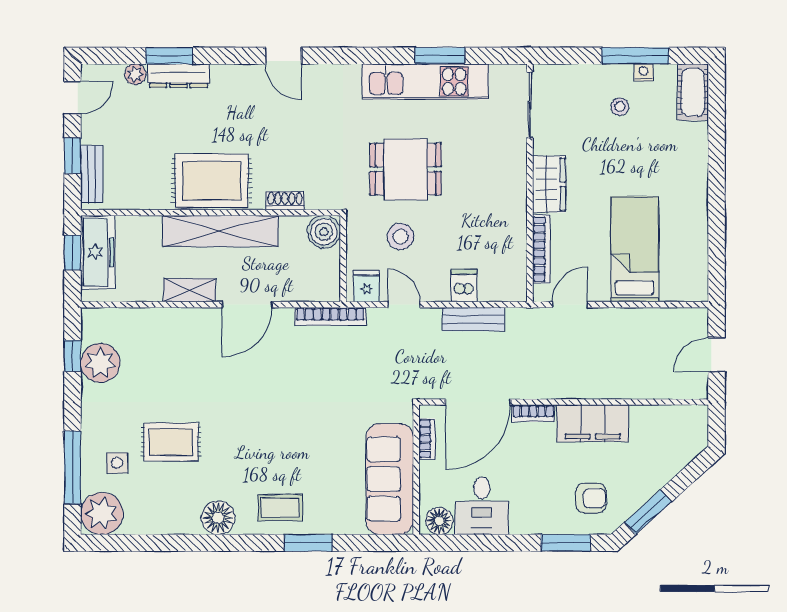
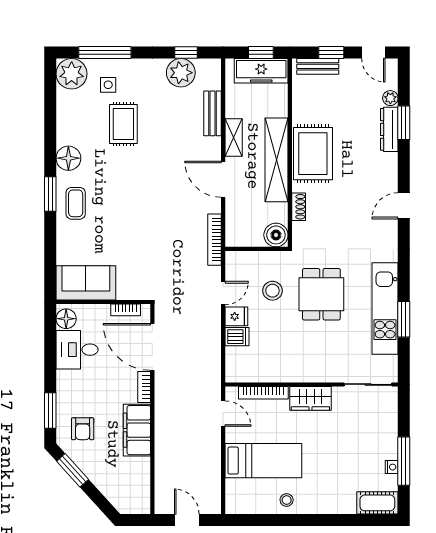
stool: (620, 107) -> (287, 500), moved
fridge: (367, 286) -> (236, 316), moved
bench: (473, 319) -> (213, 113), moved
sofa: (390, 479) -> (86, 283), width x0.73
window: (308, 543) -> (50, 194), moved

